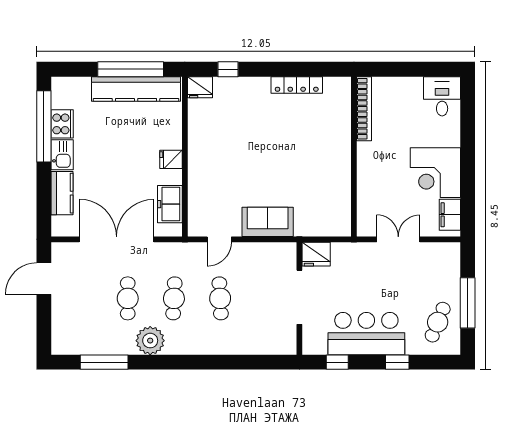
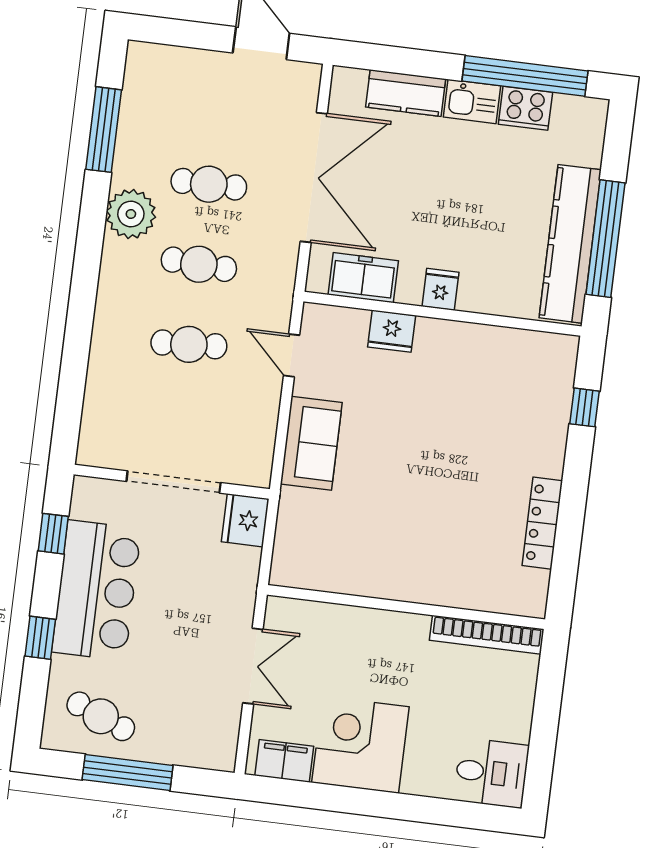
fridge: (200, 87) -> (392, 331), moved, turned -90

